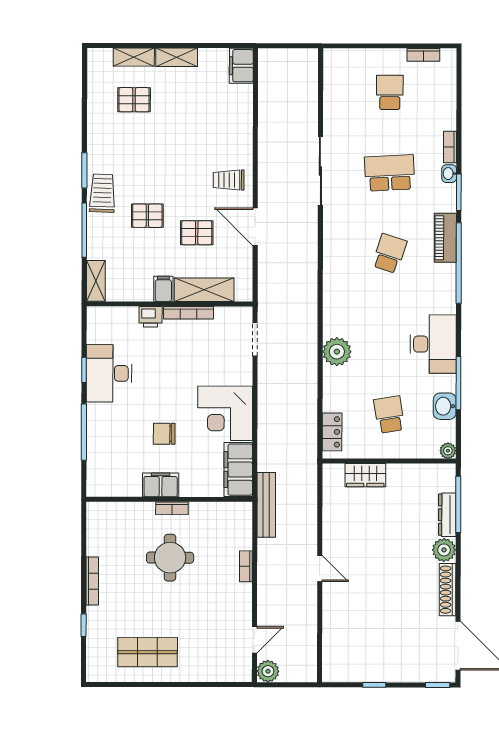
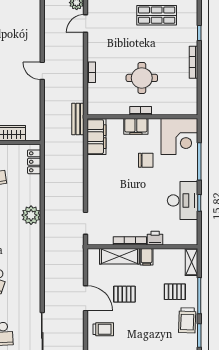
pallet: (147, 216) -> (175, 292), moved
corner desk: (225, 413) -> (179, 137), moved, turned 90
filing cabinet: (161, 485) -> (136, 126), moved
bench: (266, 505) -> (78, 119), width x0.73

